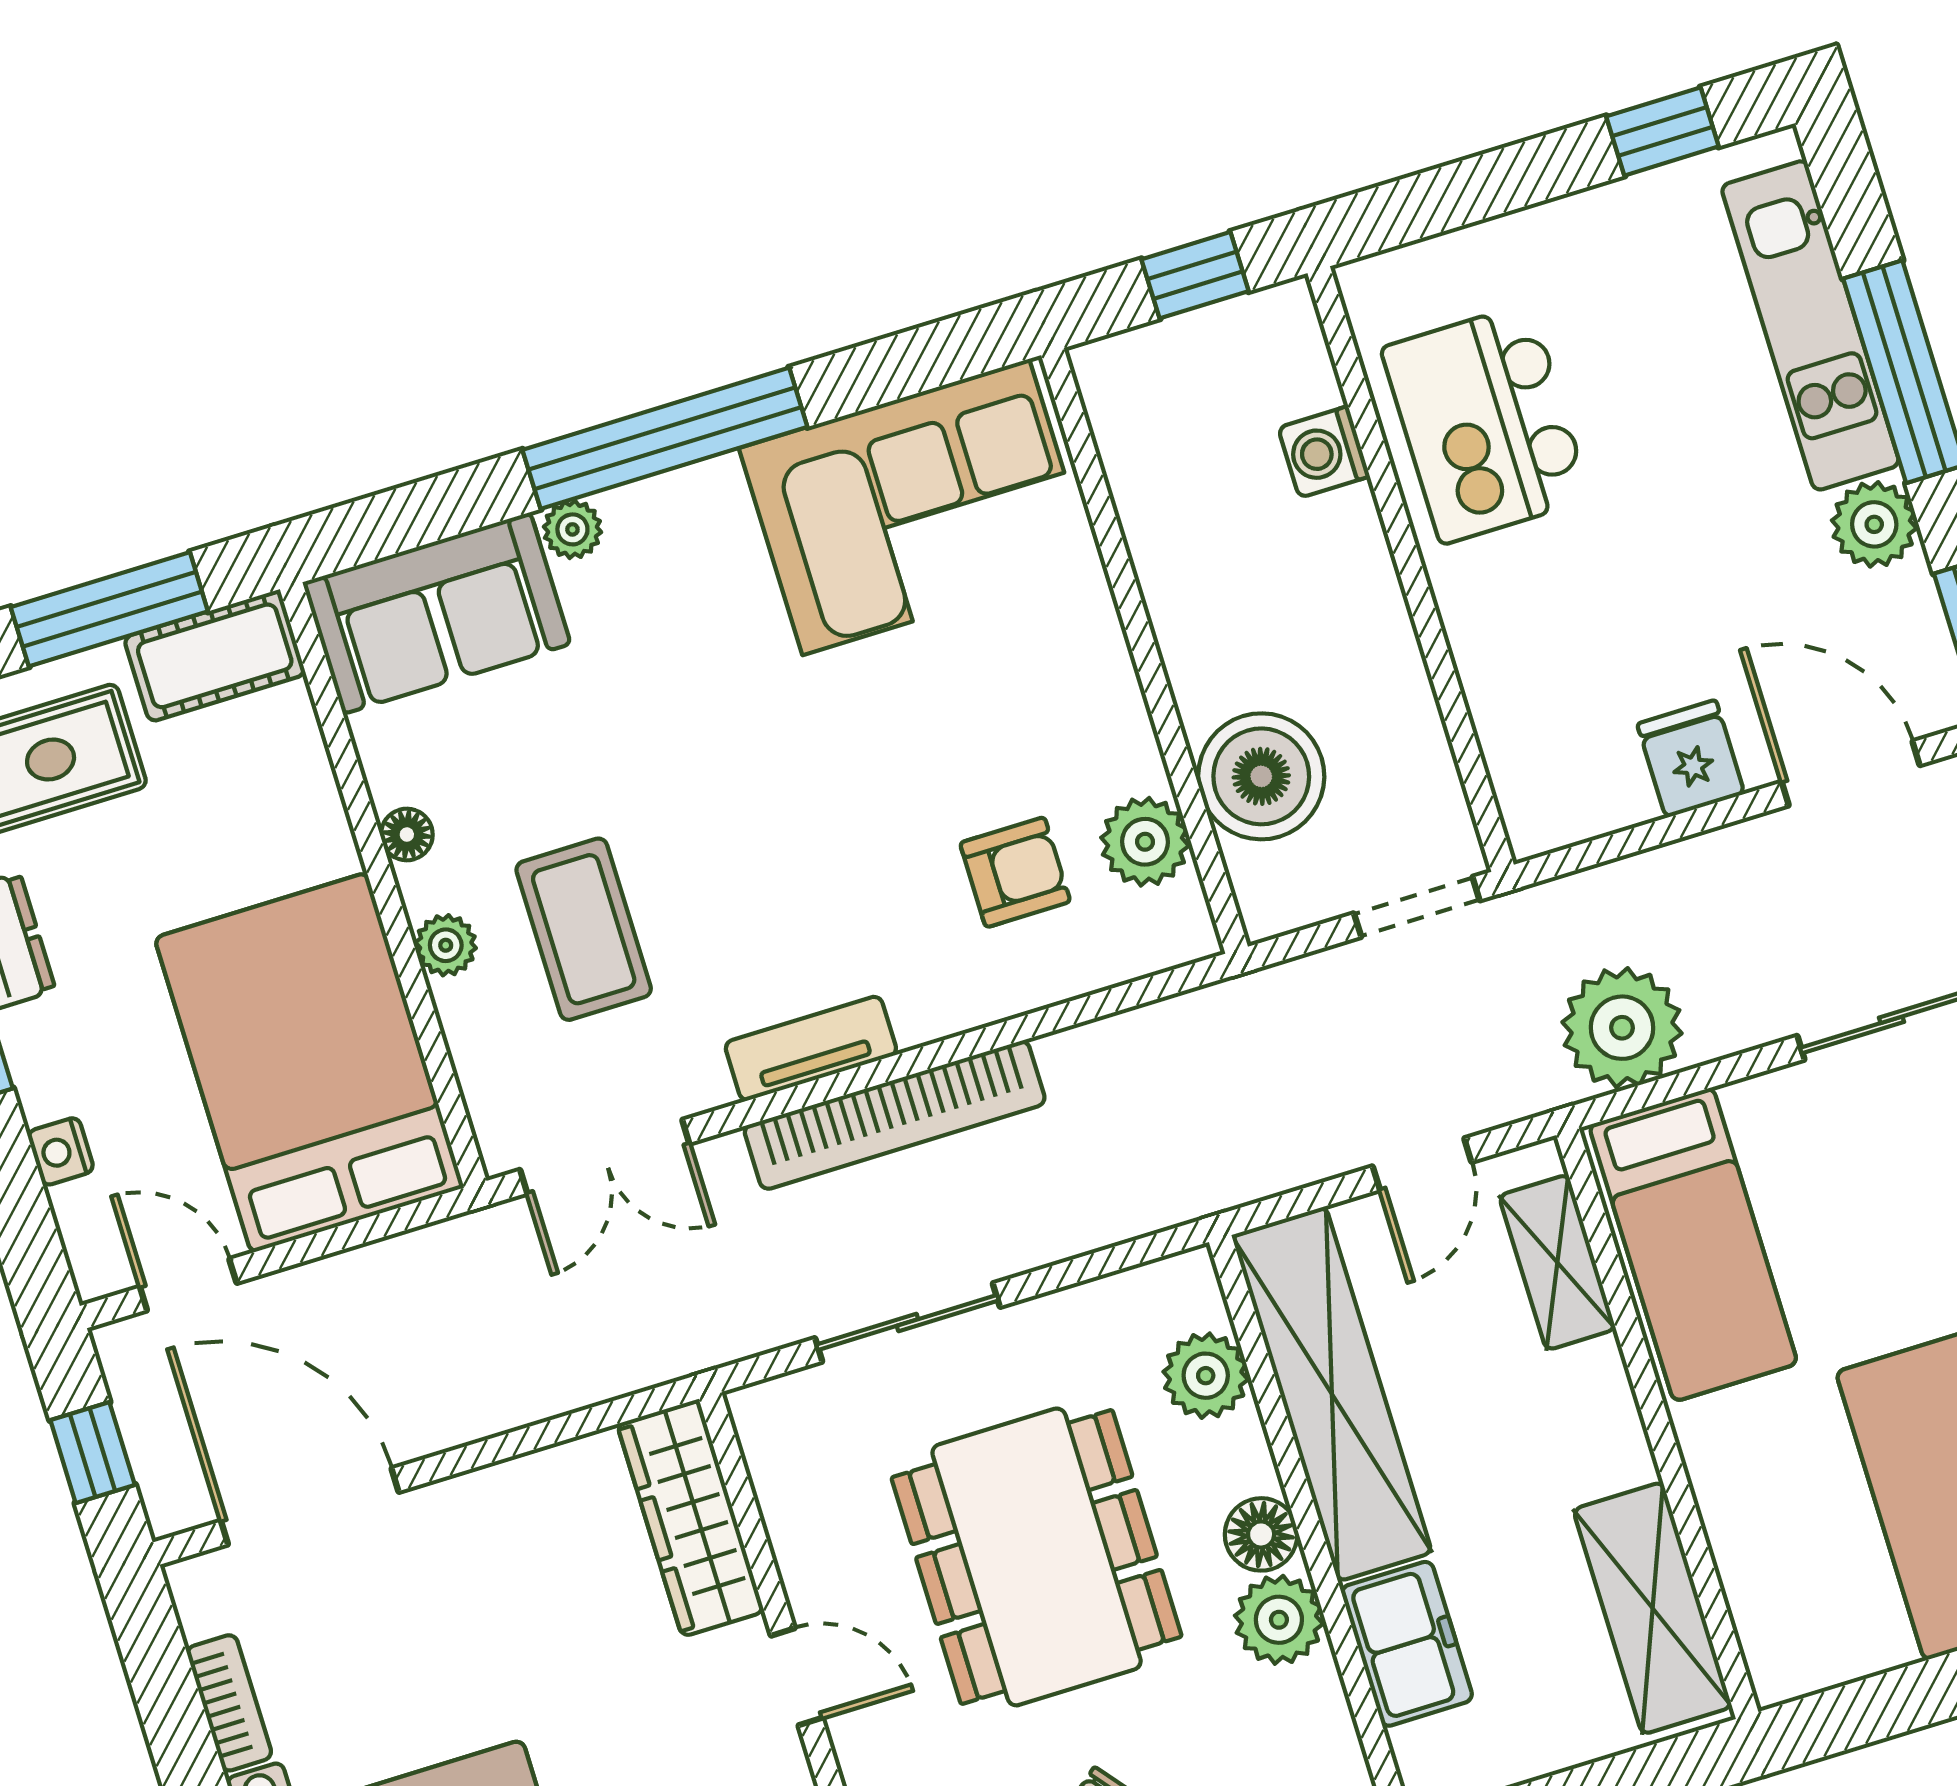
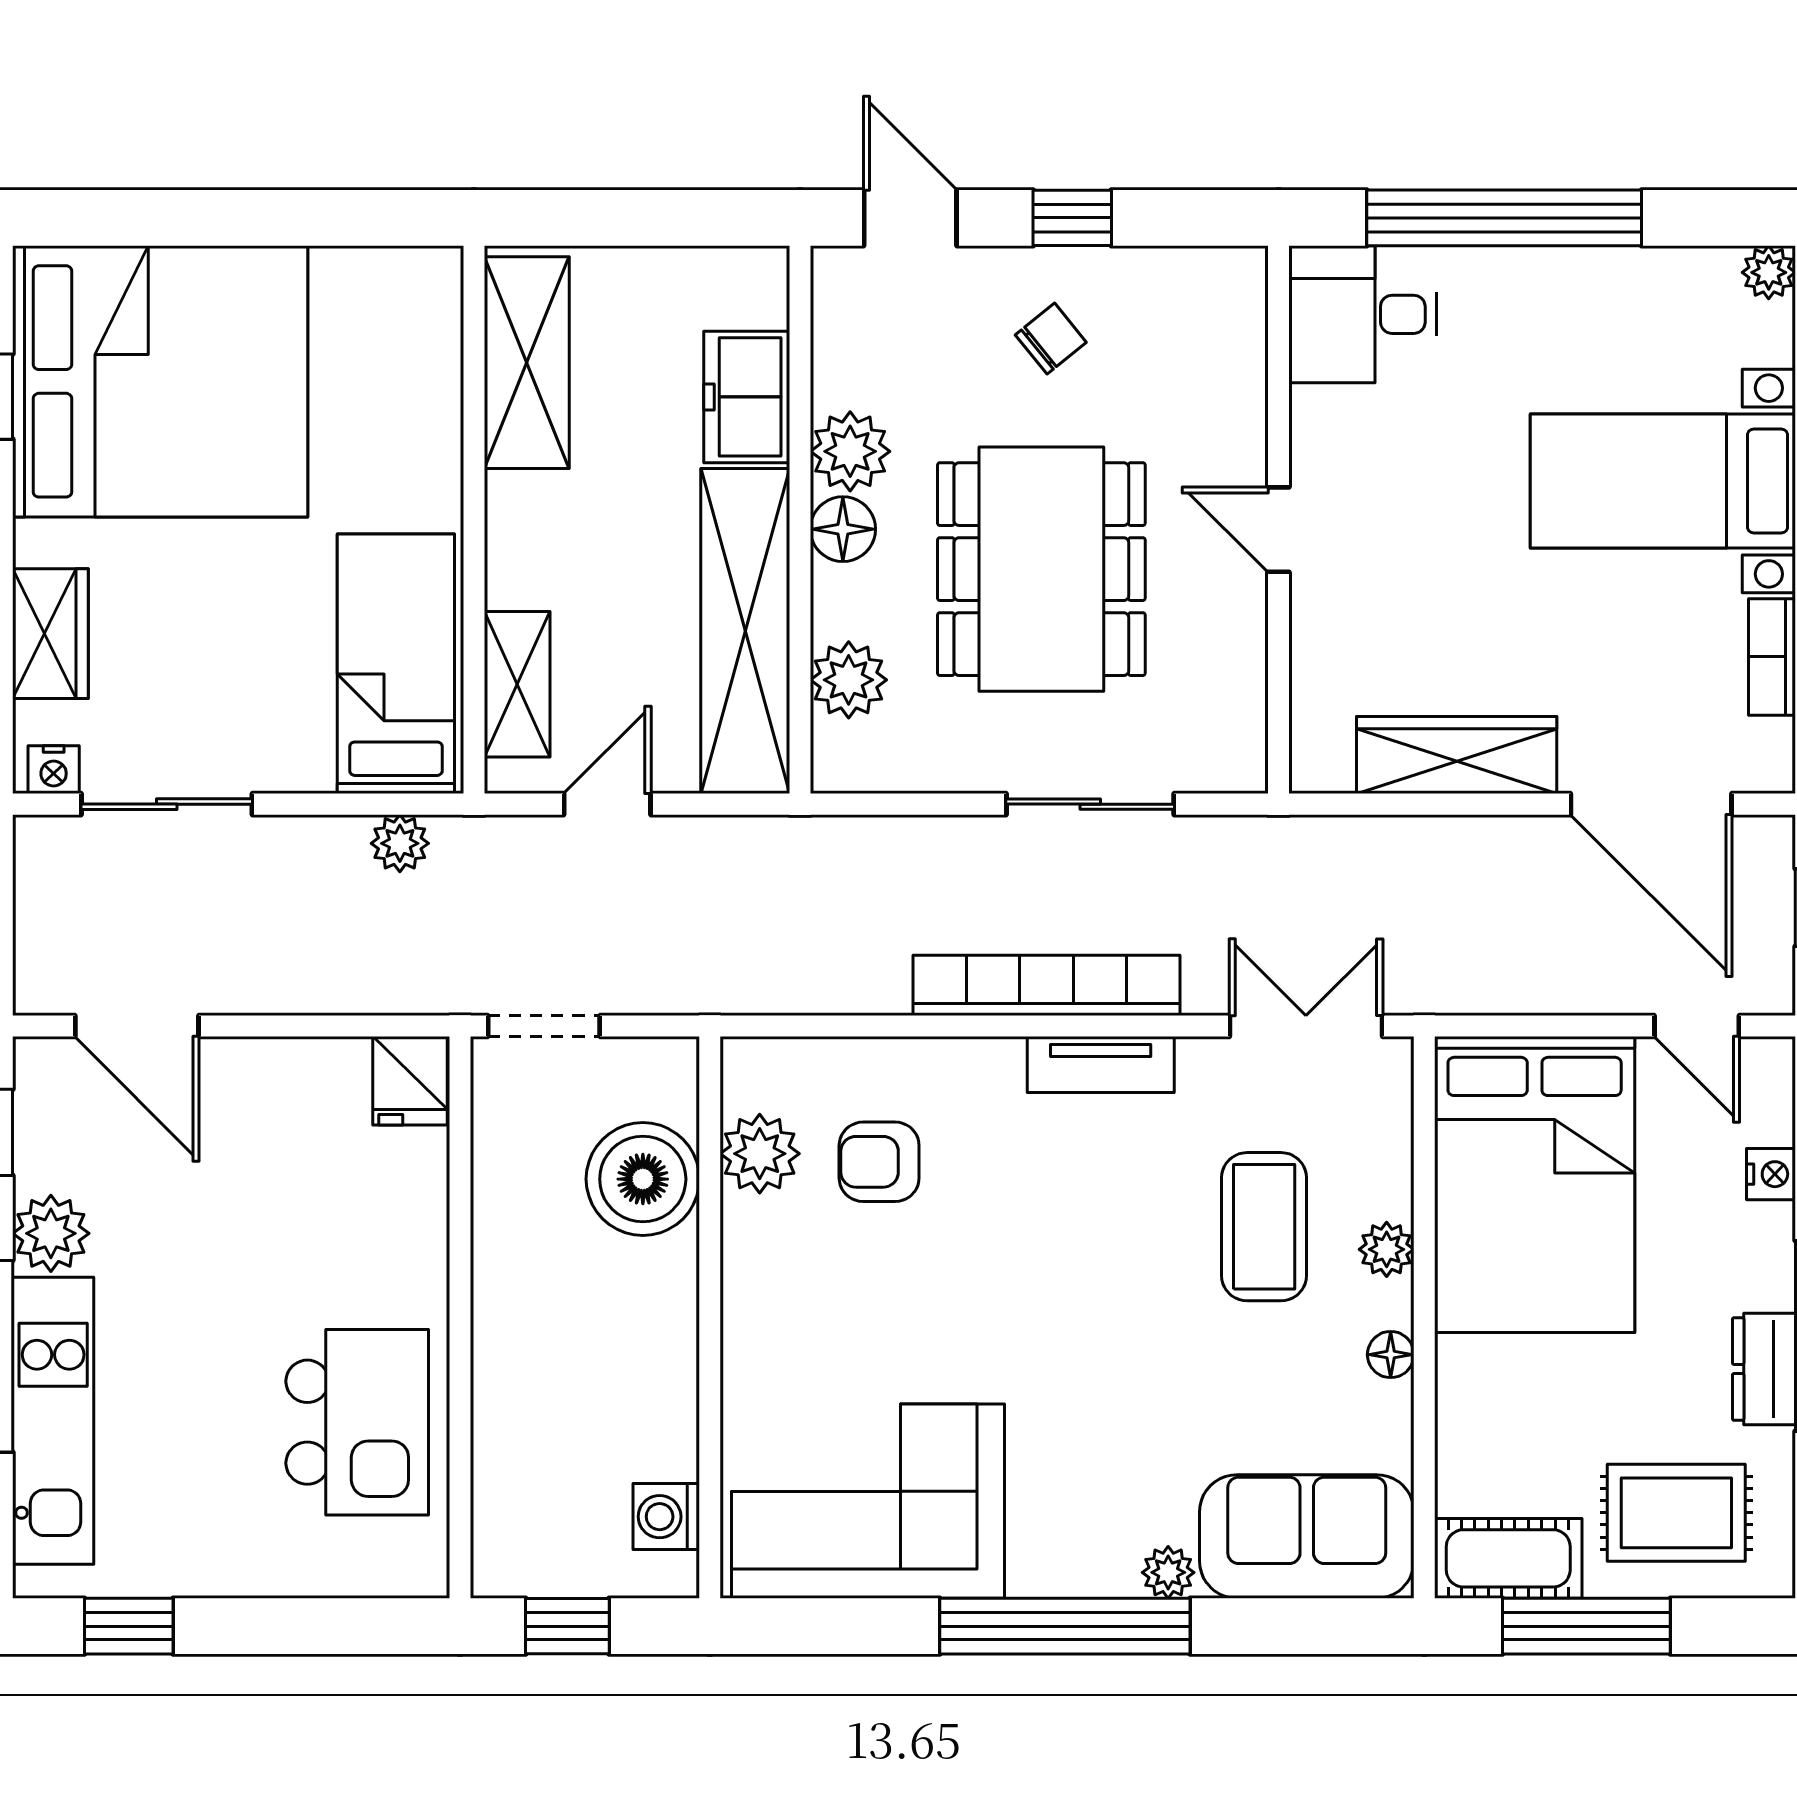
washing machine: (1324, 452) -> (666, 1517), moved, turned 180
fridge: (1691, 759) -> (410, 1081), moved
plant: (1622, 1028) -> (400, 843), width x0.53, depth x0.53
wardrobe: (691, 1518) -> (1457, 755), moved, turned -90

